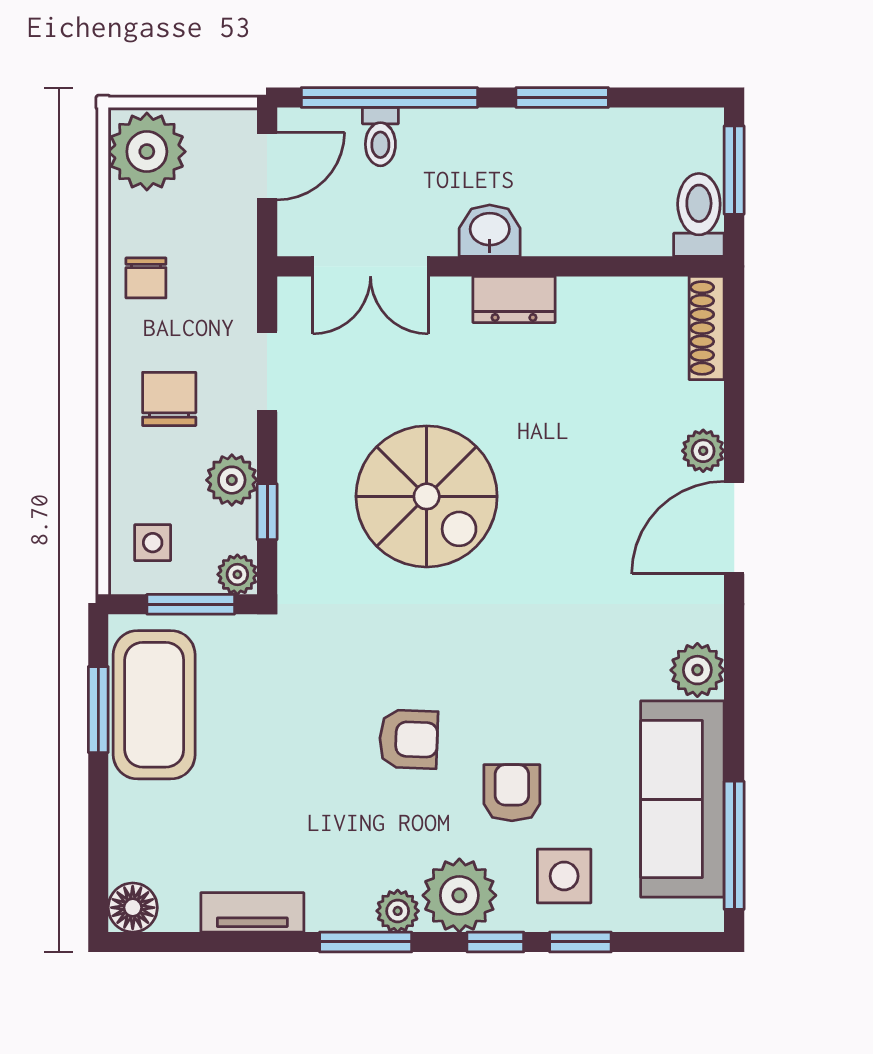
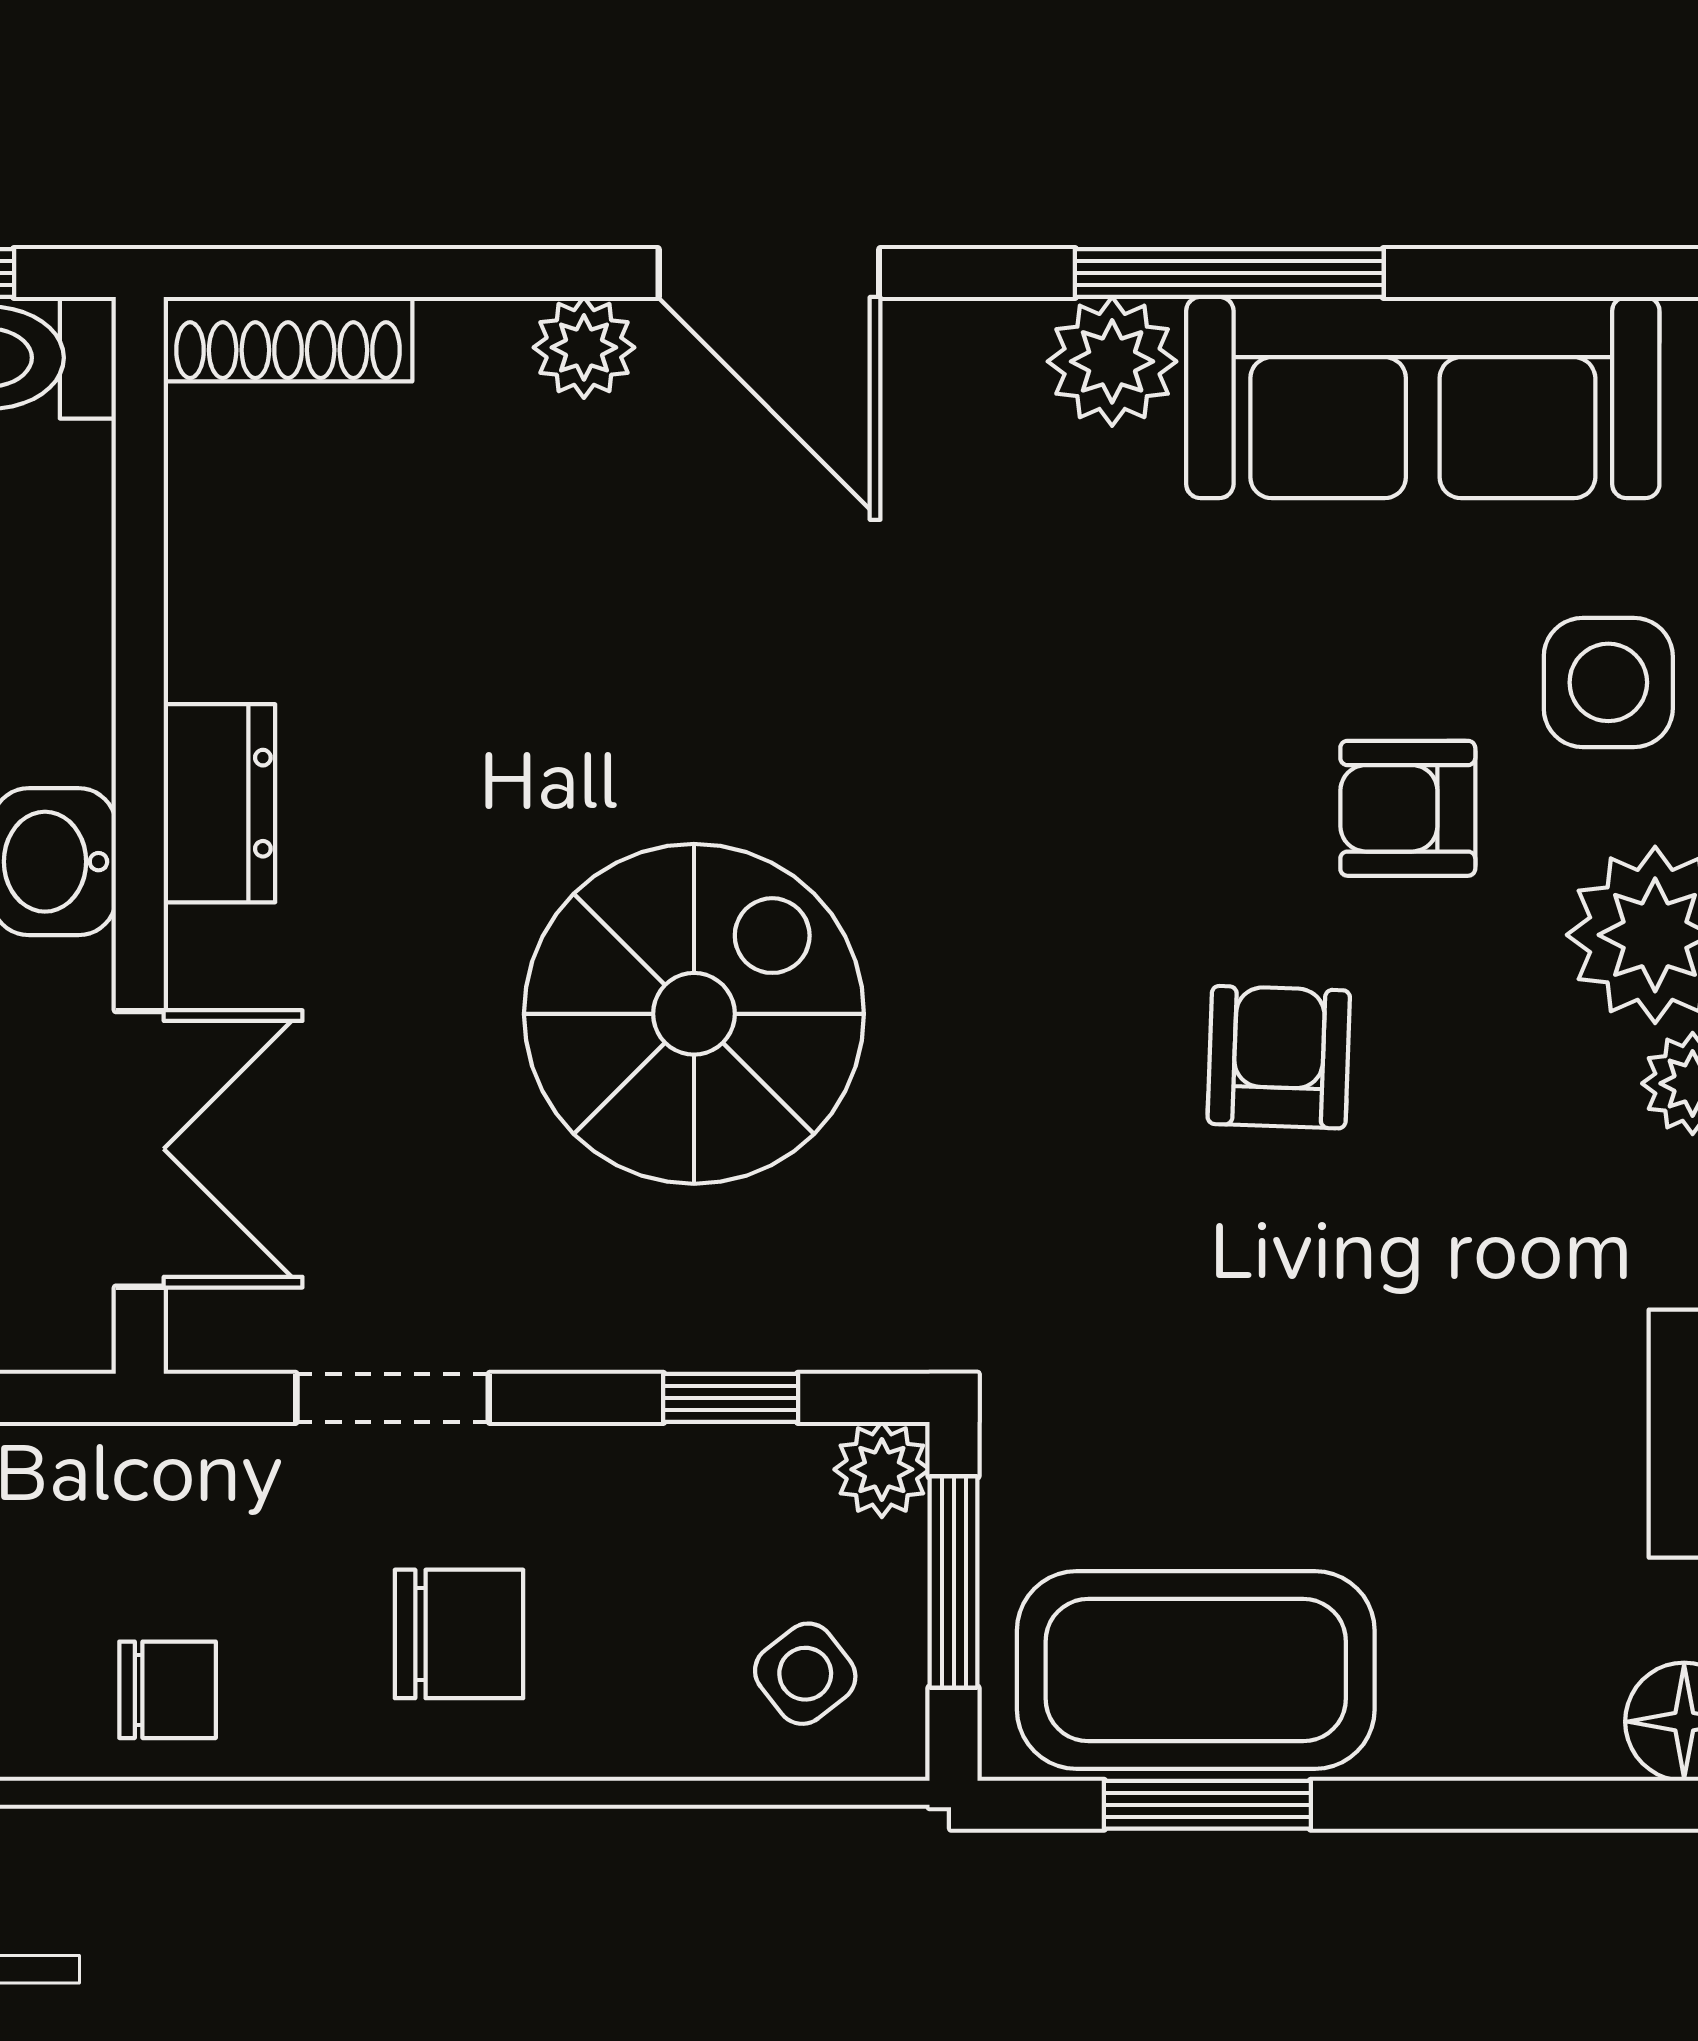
chair: (169, 399) -> (459, 1634), turned 180
plant: (232, 480) -> (654, 1483), removed
side table: (153, 543) -> (805, 1674), turned -38
window: (734, 845) -> (1229, 273), moved

